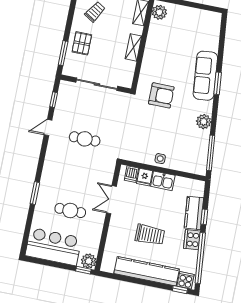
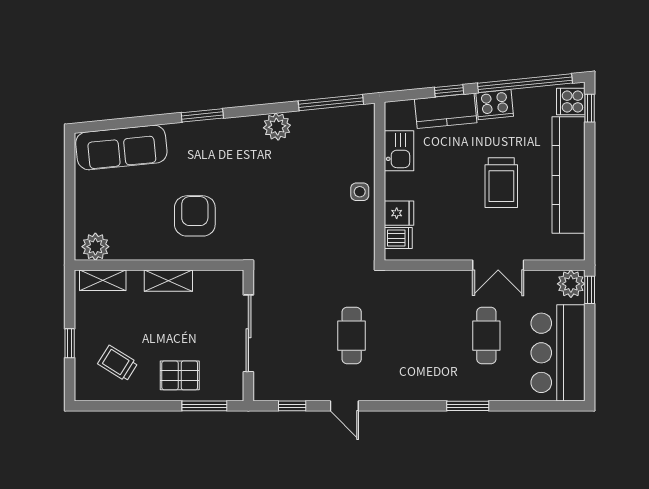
sofa: (205, 76) -> (121, 147), moved
armchair: (161, 95) -> (195, 216), moved
kitchen sink: (163, 181) -> (399, 151), moved
double door: (111, 200) -> (498, 265), moved
trolley: (150, 235) -> (501, 183), turned 180

